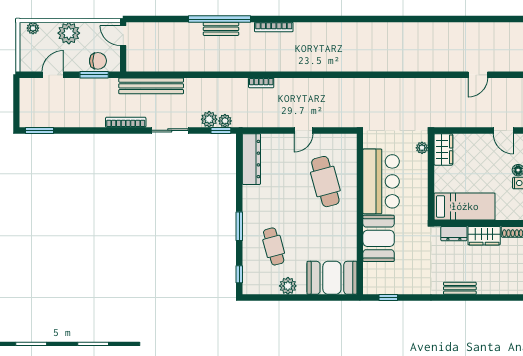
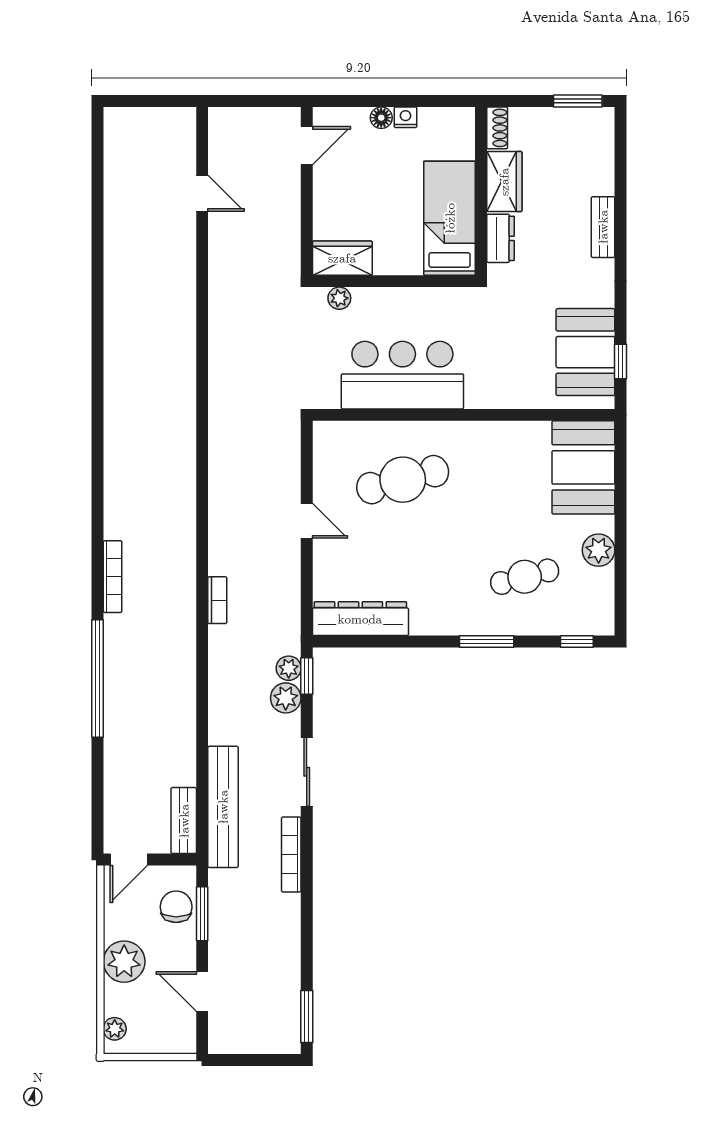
bench: (221, 29) -> (184, 821), moved
booth: (379, 238) -> (585, 352), moved, turned 90

